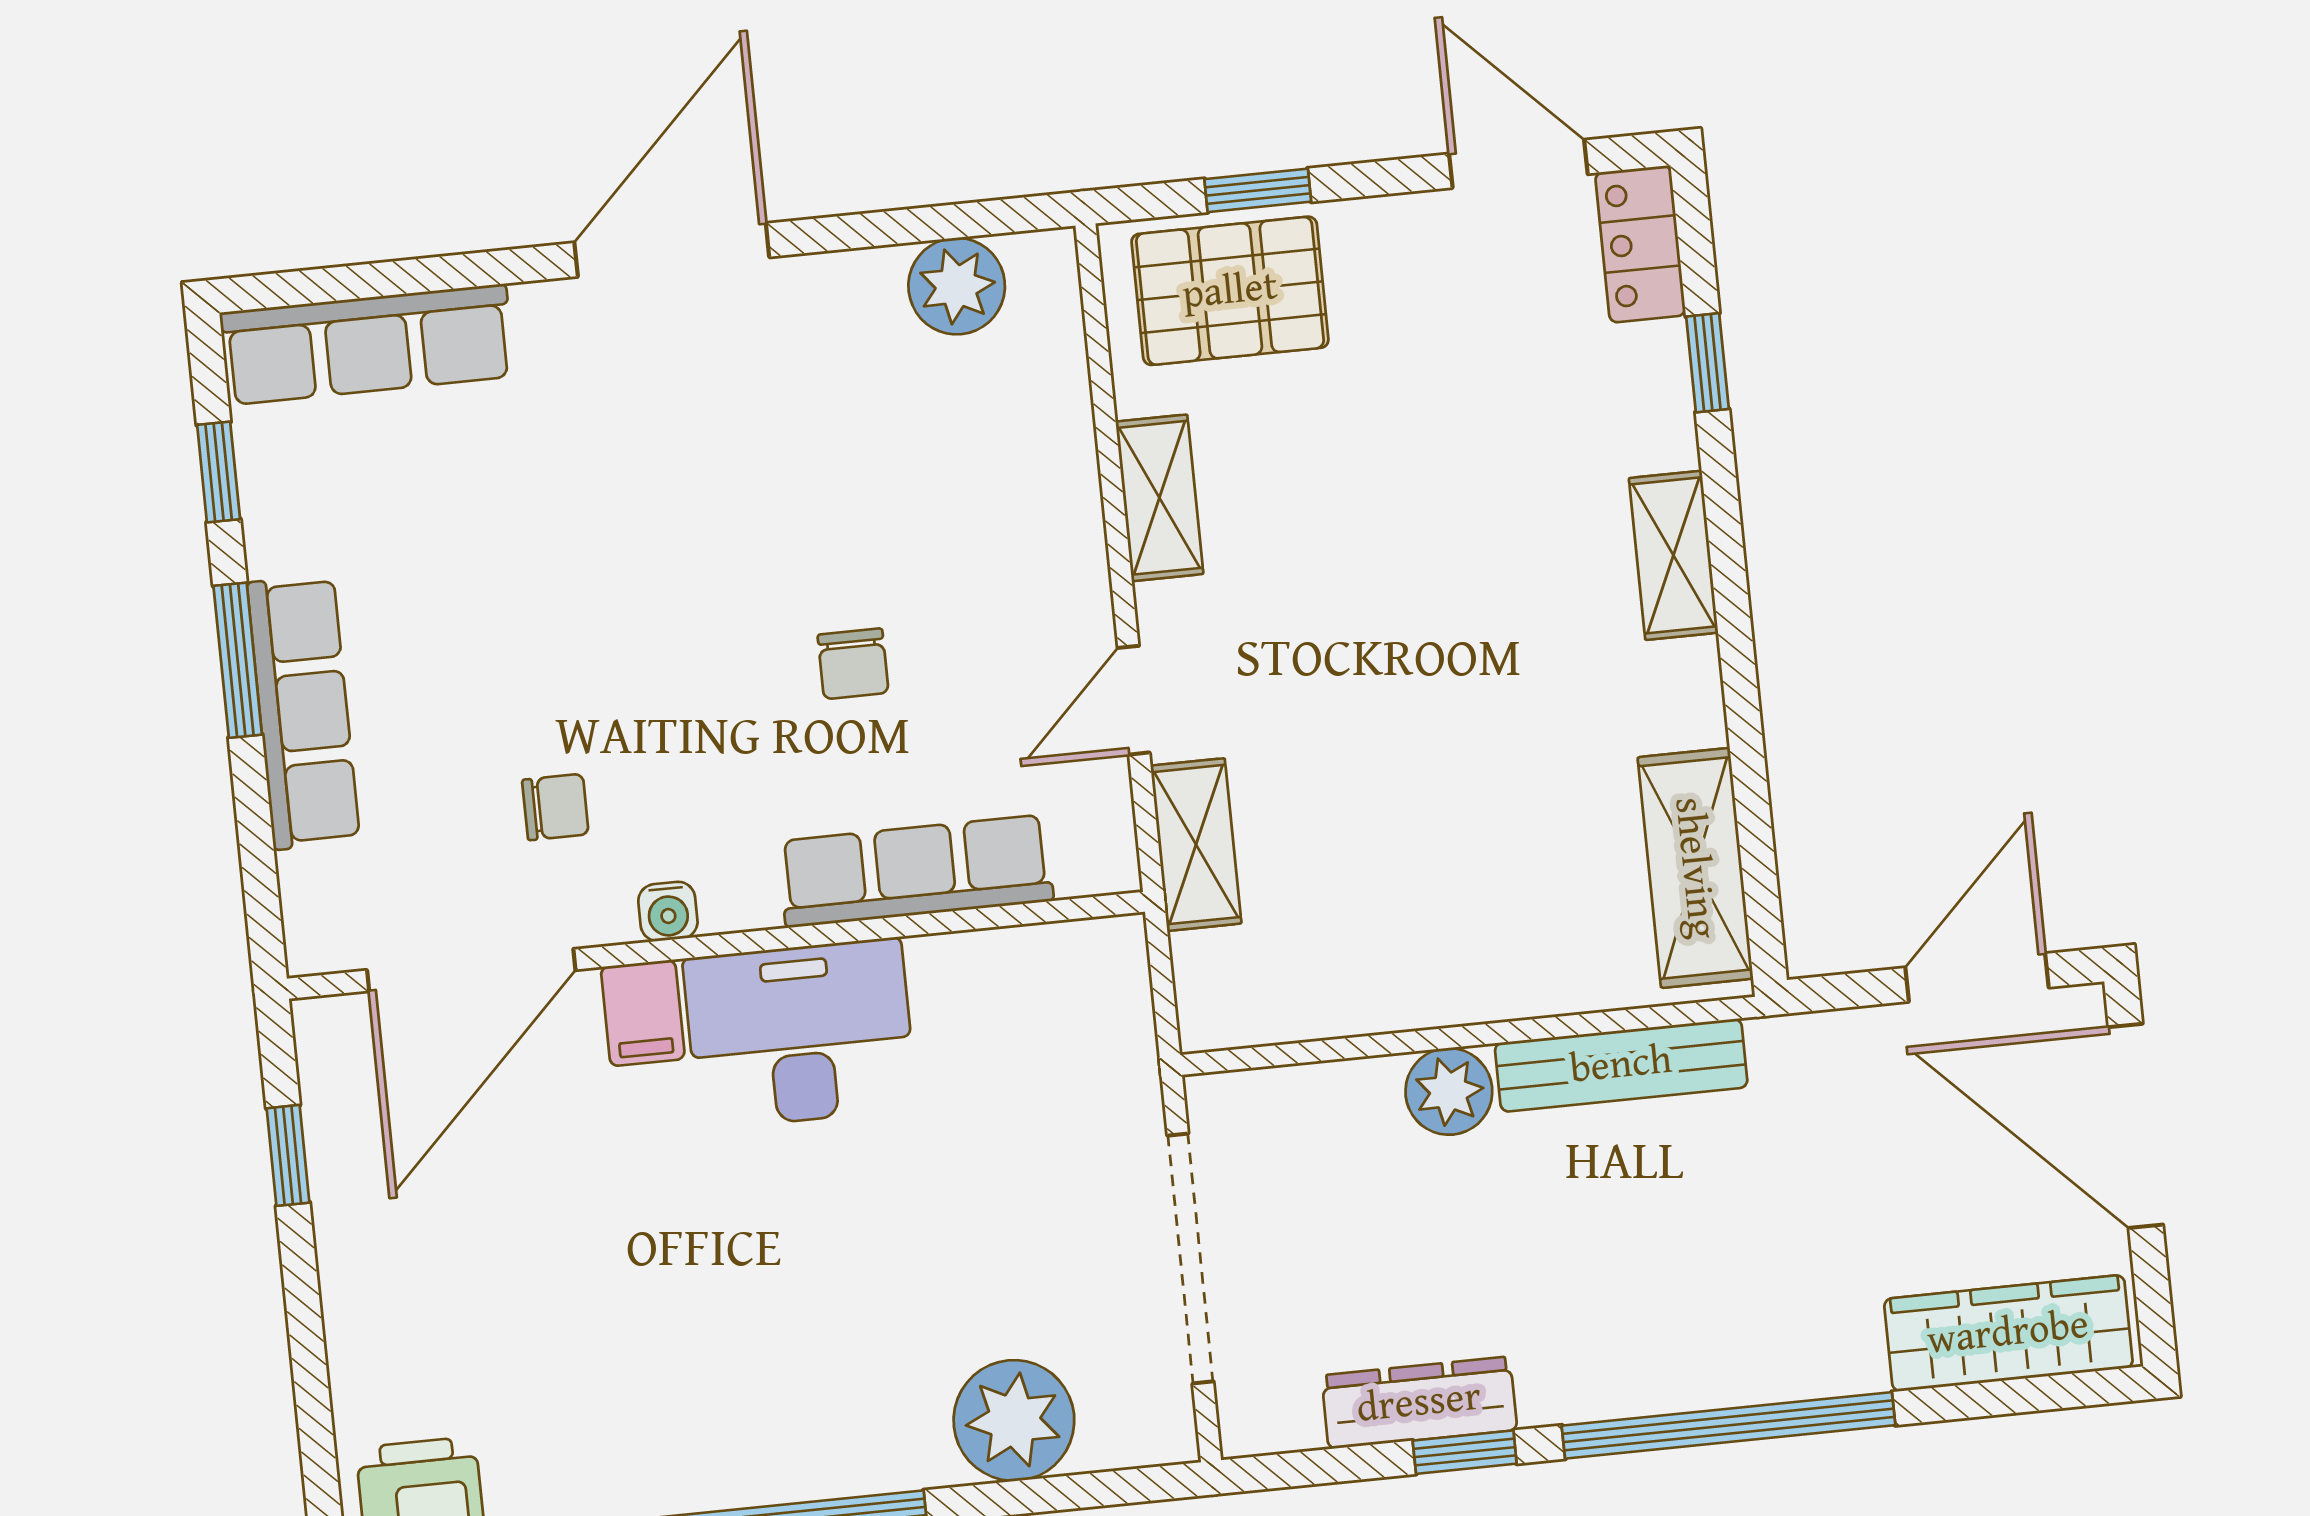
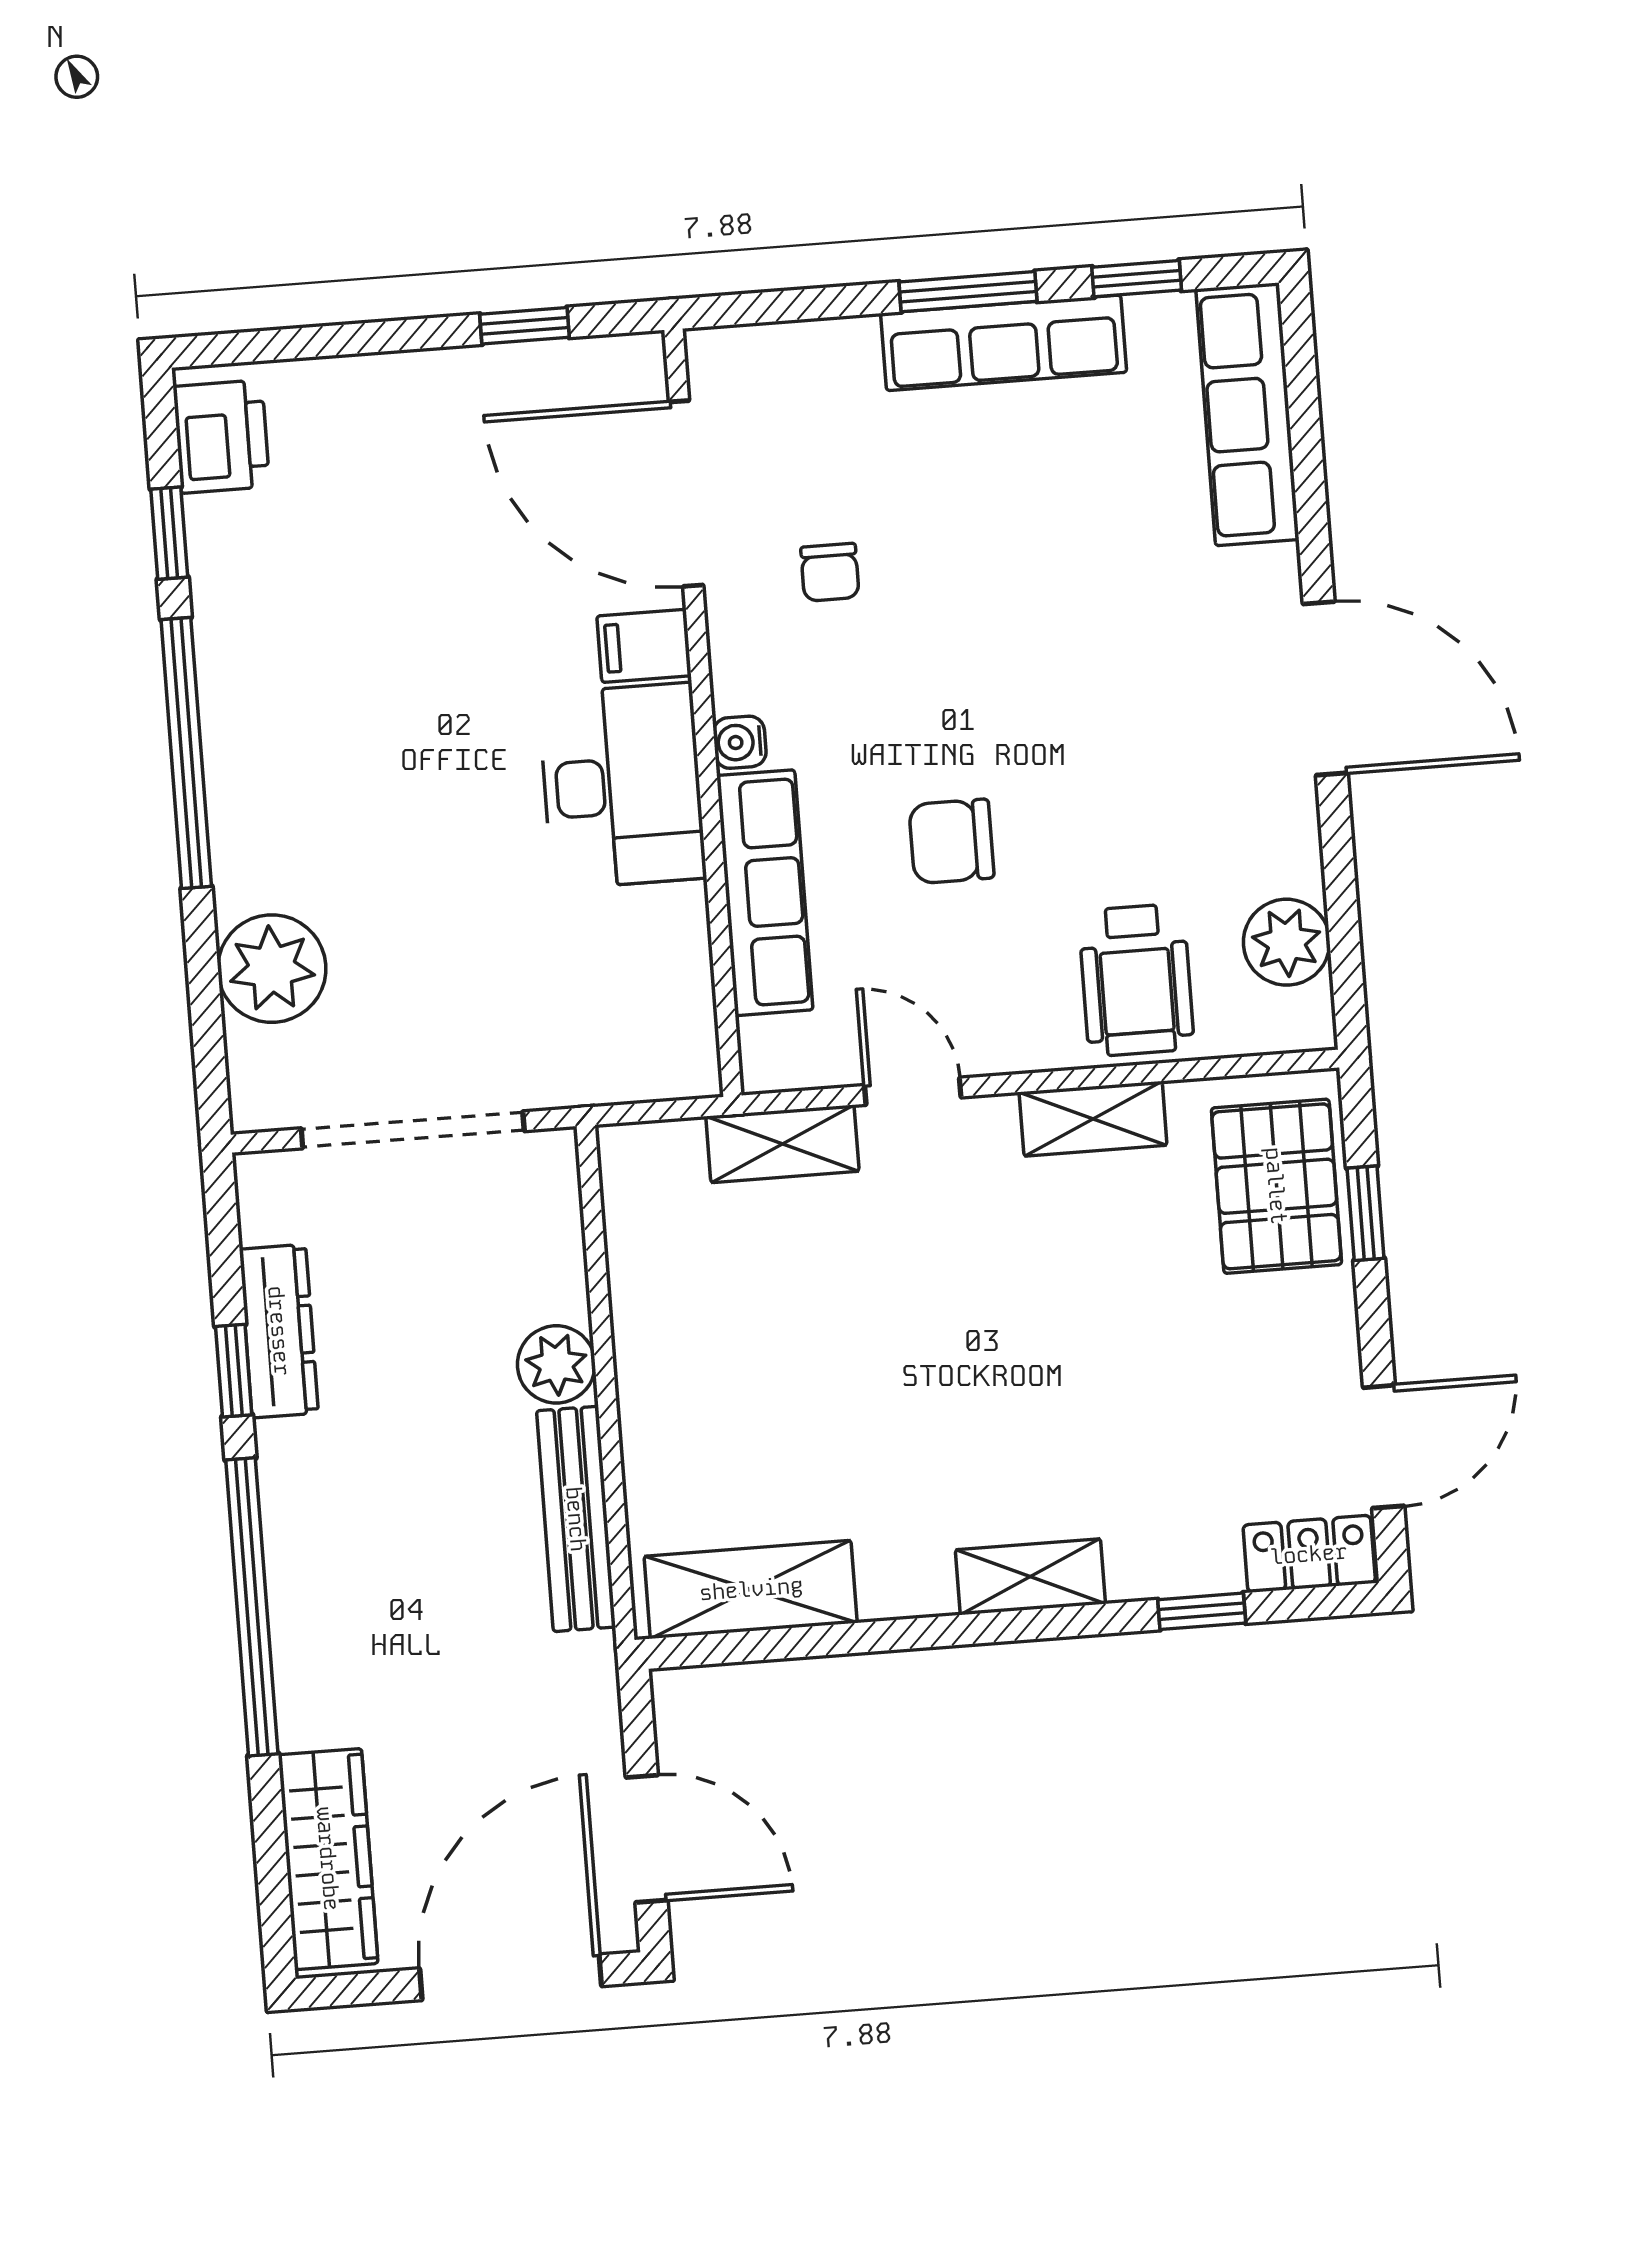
wheelchair: (1003, 453) -> (1136, 980), added
chair: (853, 664) -> (951, 841), width x1.37, depth x1.37
row of seats: (303, 712) -> (1004, 343), moved
water cooler: (668, 911) -> (740, 742), moved

